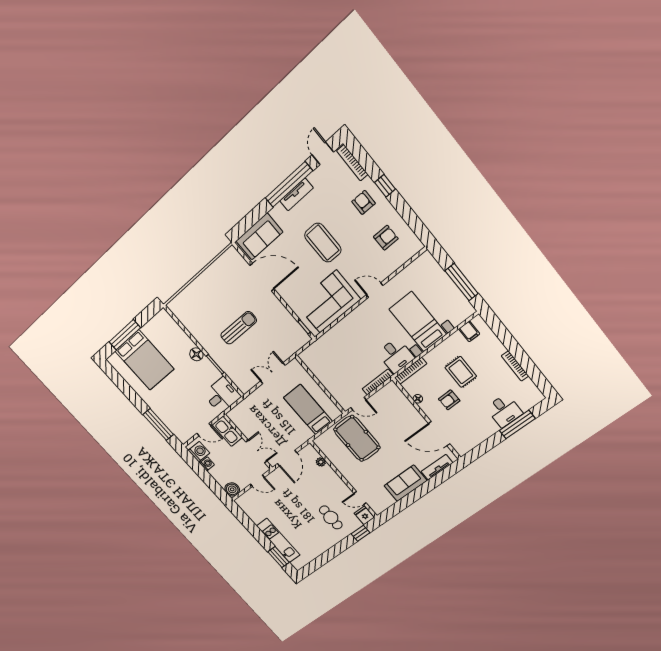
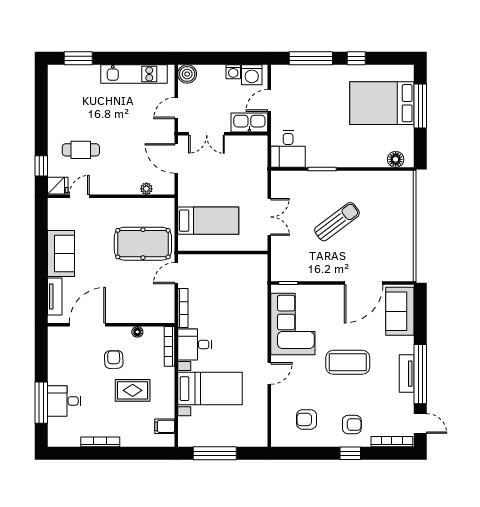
armchair: (386, 238) -> (307, 419), turned 90
sun lounger: (239, 328) -> (337, 222), turned -127
floor lamp: (196, 354) -> (396, 159), moved
window: (134, 398) -> (356, 58), added
kitchen unit: (278, 540) -> (134, 74), moved

